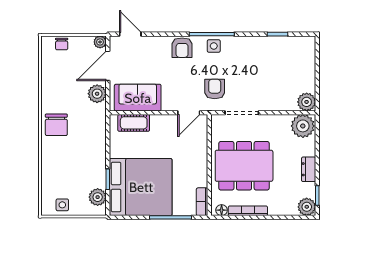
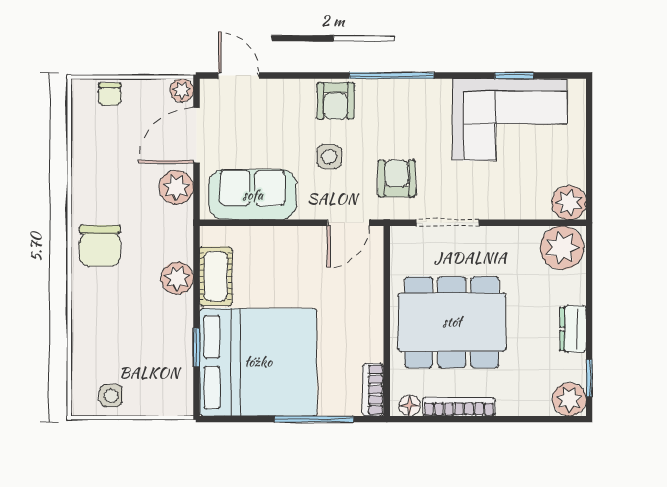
side table: (214, 46) -> (329, 157), moved
corner sofa: (275, 58) -> (509, 120), added
cot: (134, 123) -> (216, 276), moved, turned 90
plant: (98, 197) -> (177, 278), moved

